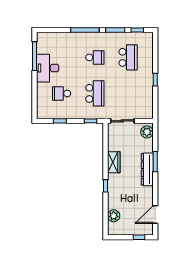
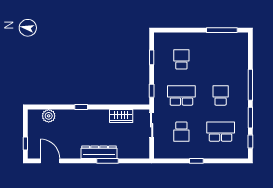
school desk: (95, 57) -> (221, 95), turned 180
school desk: (128, 57) -> (221, 132), turned 180
desk: (48, 68) -> (209, 44), removed
school desk: (95, 93) -> (181, 95), turned 180
school desk: (128, 93) -> (181, 132), added
plant: (147, 132) -> (140, 152), removed
wardrobe: (114, 162) -> (121, 116), moved

